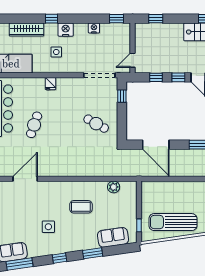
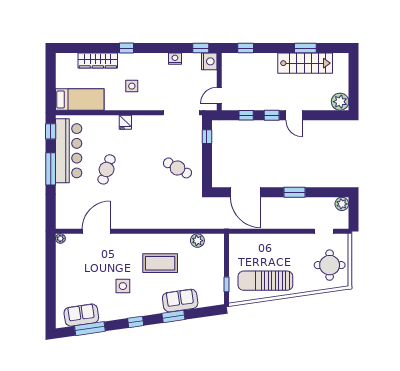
nightstand: (66, 30) -> (209, 61), moved, turned 90
coffee table: (81, 207) -> (160, 263), width x1.36, depth x1.32
sofa: (113, 237) -> (180, 301), moved

